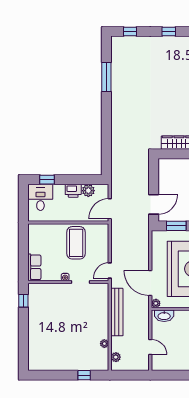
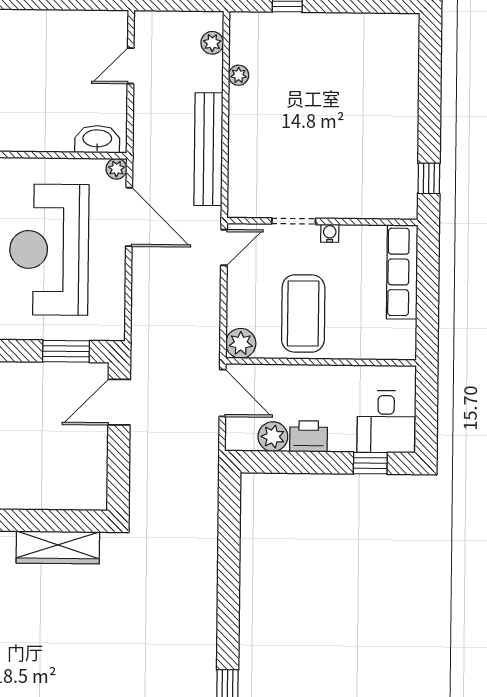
door: (110, 209) -> (223, 393), hinge flipped
plant: (102, 230) -> (241, 343), added
row of seats: (34, 267) -> (402, 272), width x1.48
door: (150, 347) -> (131, 66), hinge flipped

